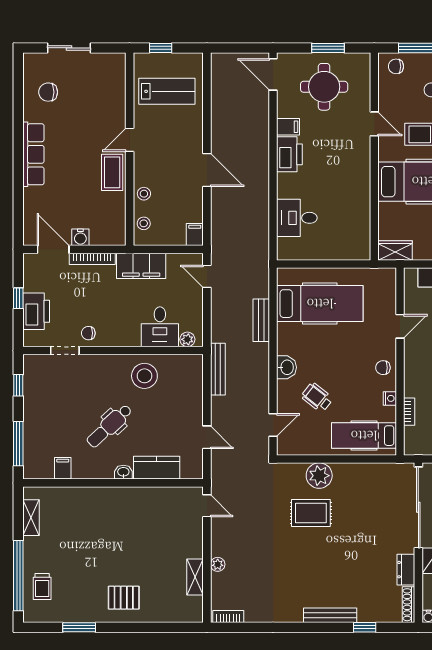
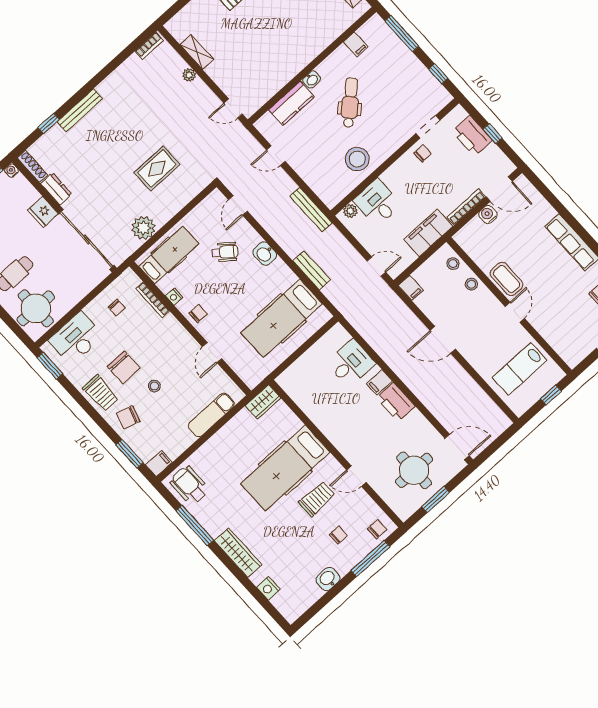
filing cabinet: (288, 127) -> (379, 382), moved
bookcase: (409, 412) -> (153, 300), width x1.56
plant: (319, 476) -> (143, 228), moved

